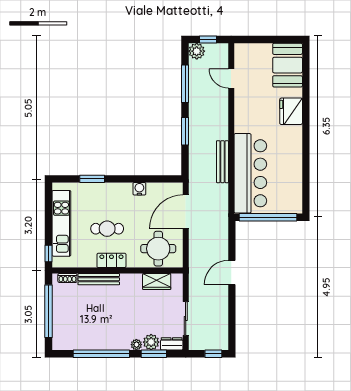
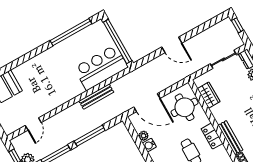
fridge: (291, 111) -> (32, 68), removed
window: (185, 131) -> (90, 136), width x1.44
bar counter: (250, 173) -> (101, 68), width x0.73
window: (306, 173) -> (71, 32), added
plant: (153, 188) -> (144, 136), added

